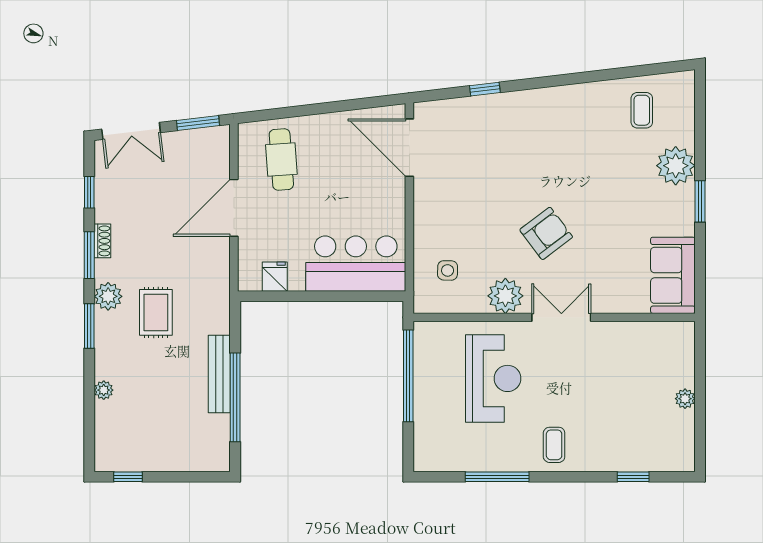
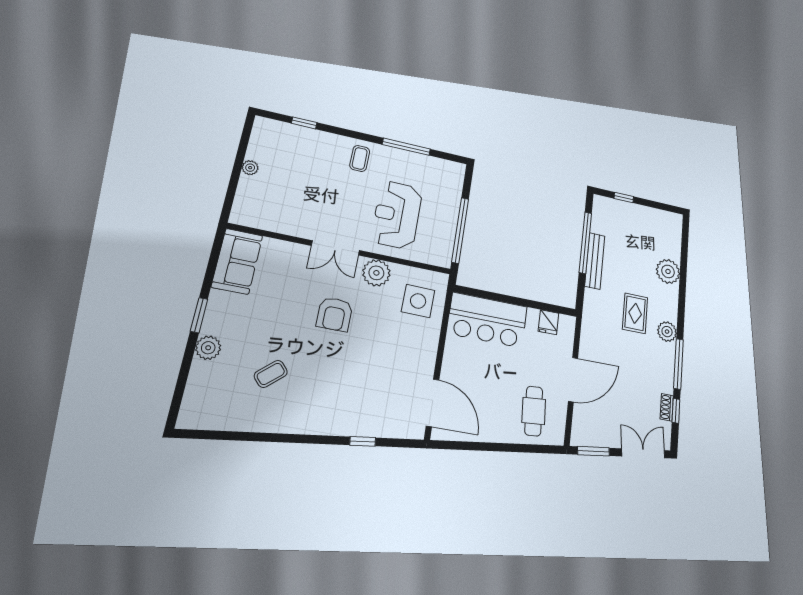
coffee table: (642, 110) -> (271, 374), moved, turned 49
plant: (676, 166) -> (208, 348), width x0.73, depth x0.73
armchair: (546, 233) -> (334, 314), turned -53
shoe rack: (102, 241) -> (667, 407), moved
window: (89, 255) -> (678, 364), width x1.44
side table: (448, 270) -> (418, 301), width x1.87, depth x1.87
window: (89, 326) -> (681, 313), removed
plant: (104, 390) -> (668, 271), width x1.87, depth x1.87
window: (128, 477) -> (624, 197), moved

